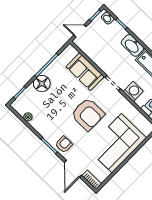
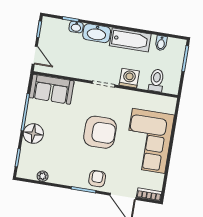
washbasin: (108, 18) -> (76, 27), moved
door: (80, 31) -> (35, 55), swing flipped
sofa: (85, 72) -> (52, 89), moved

